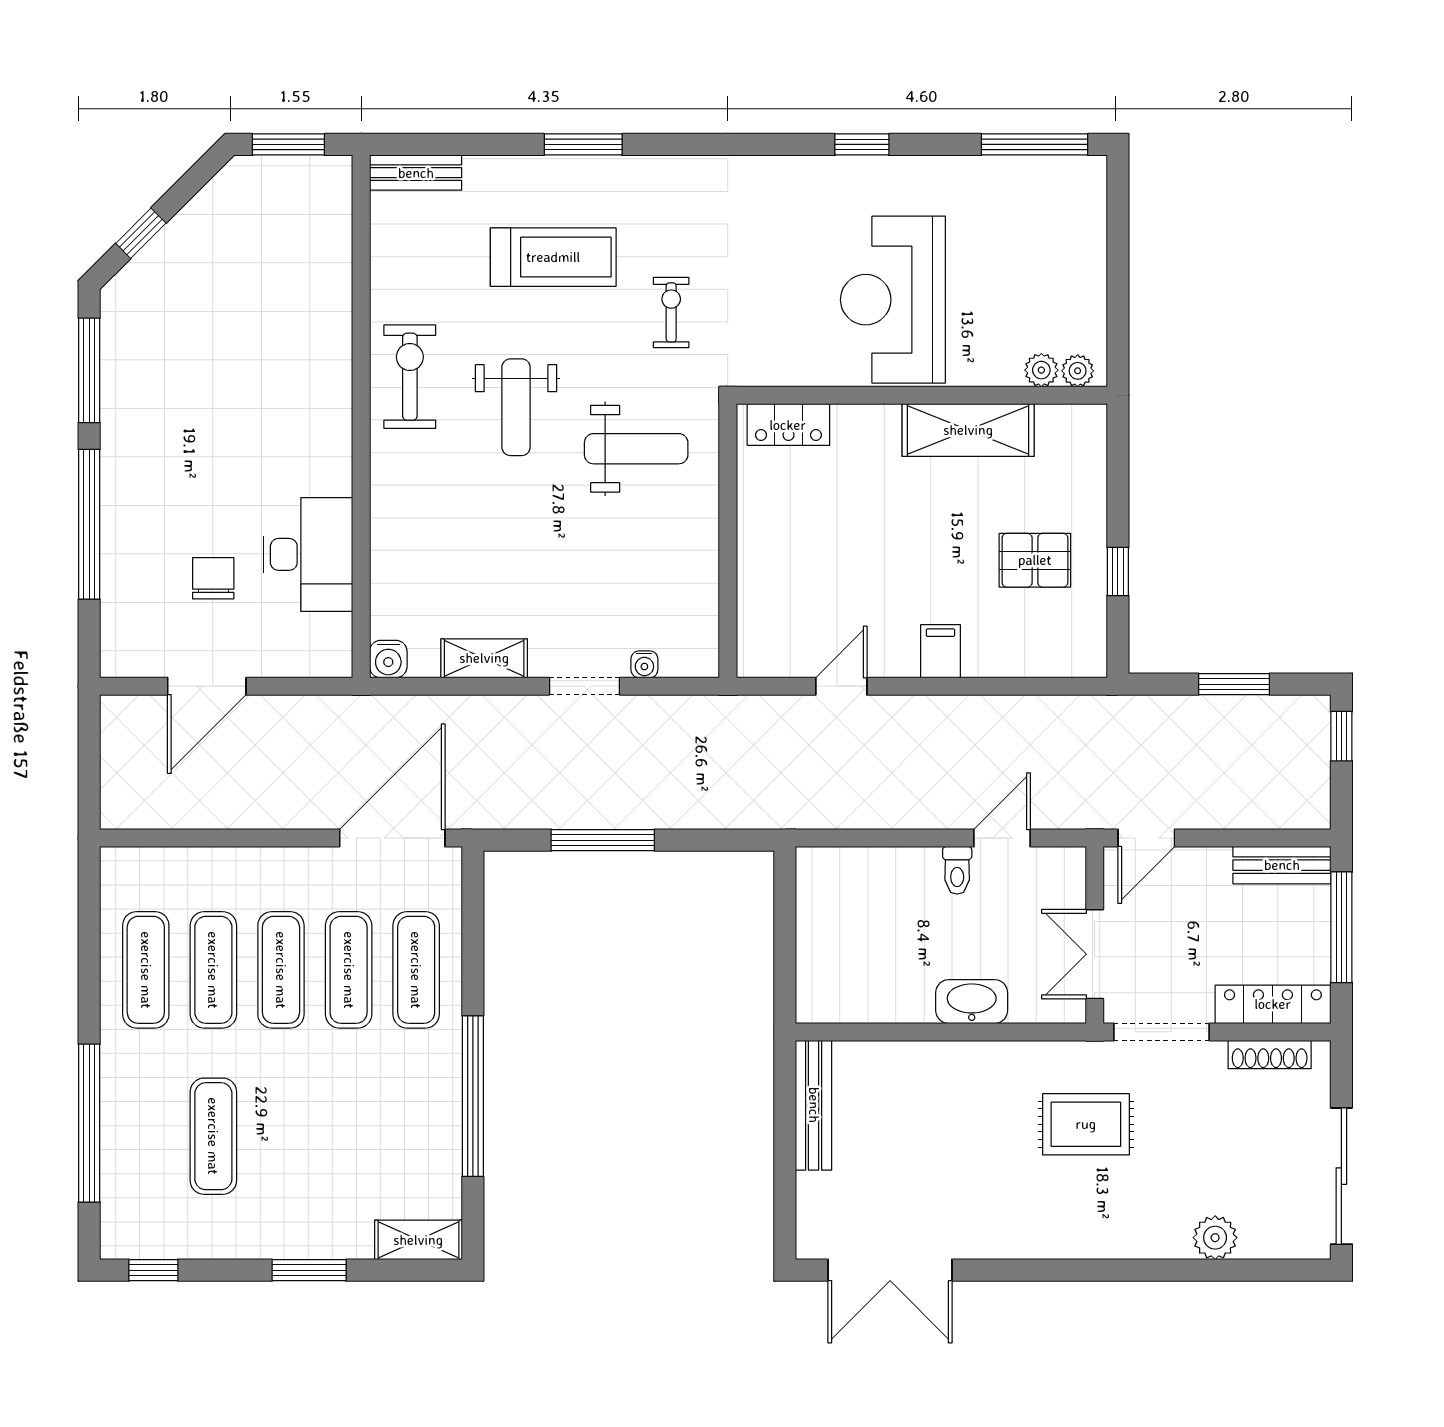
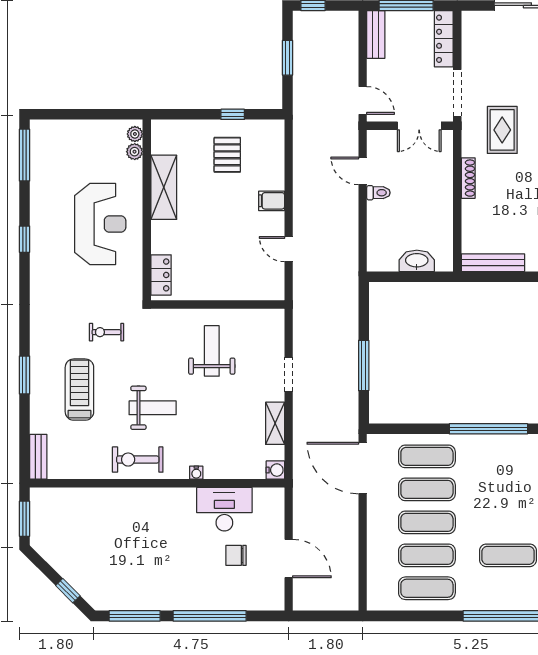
reception desk: (893, 300) -> (100, 224), turned -90
weight bench: (636, 449) -> (212, 351), moved
water cooler: (644, 664) -> (196, 473), moved, turned 90
washbasin: (972, 1002) -> (417, 261), moved, turned 90
shoe rack: (1270, 1055) -> (468, 178), moved

